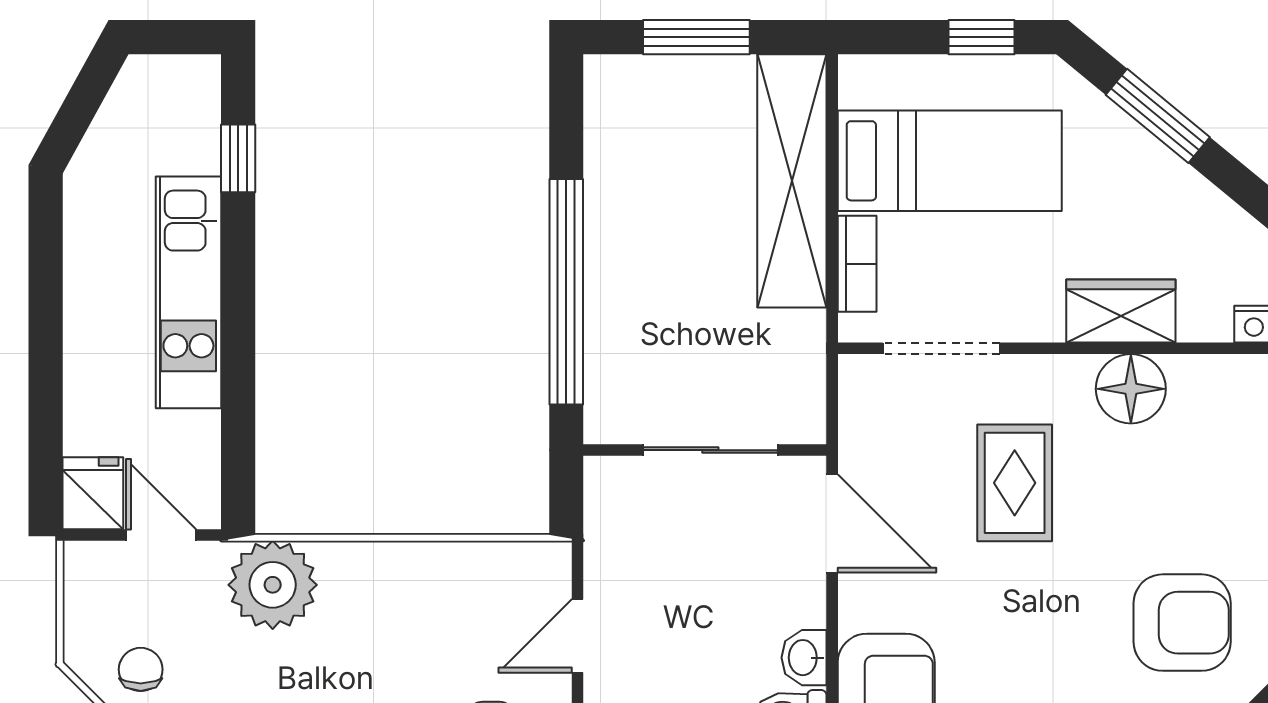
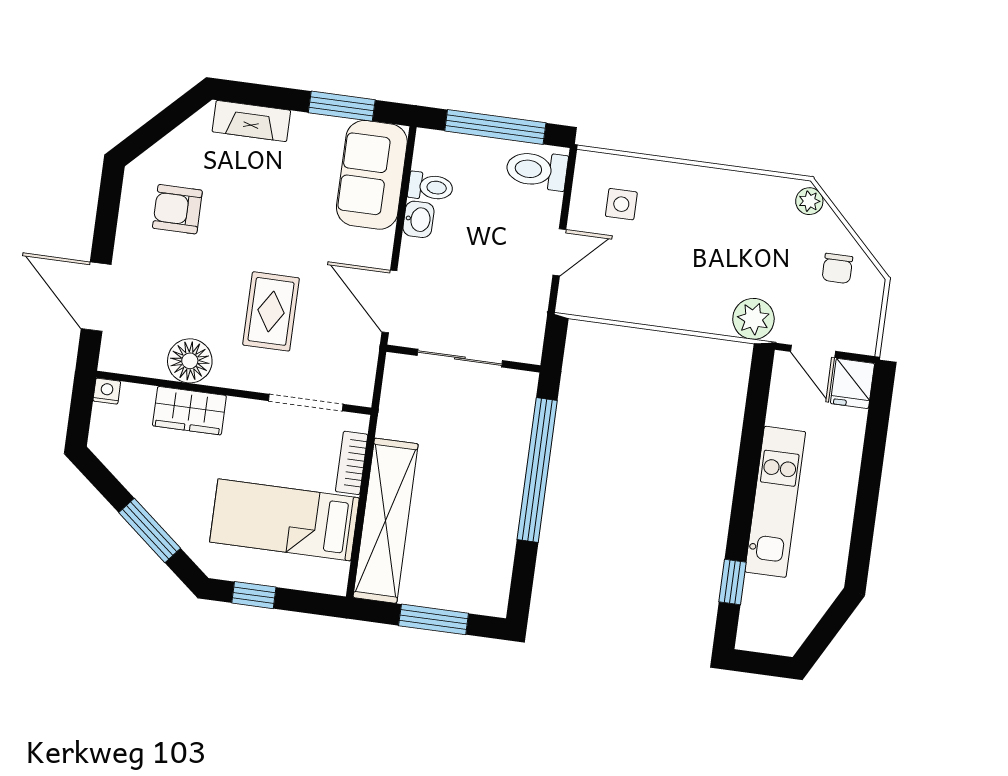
plant: (273, 585) -> (753, 319), width x0.73, depth x0.73
armchair: (1182, 623) -> (177, 209), width x0.72, depth x0.72

